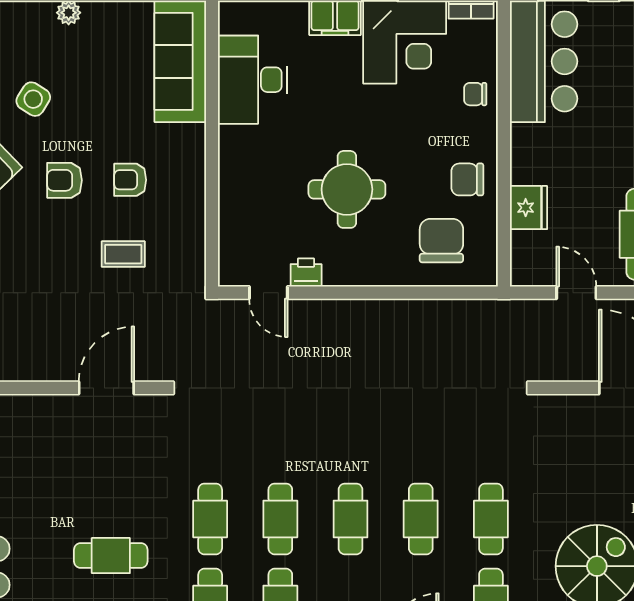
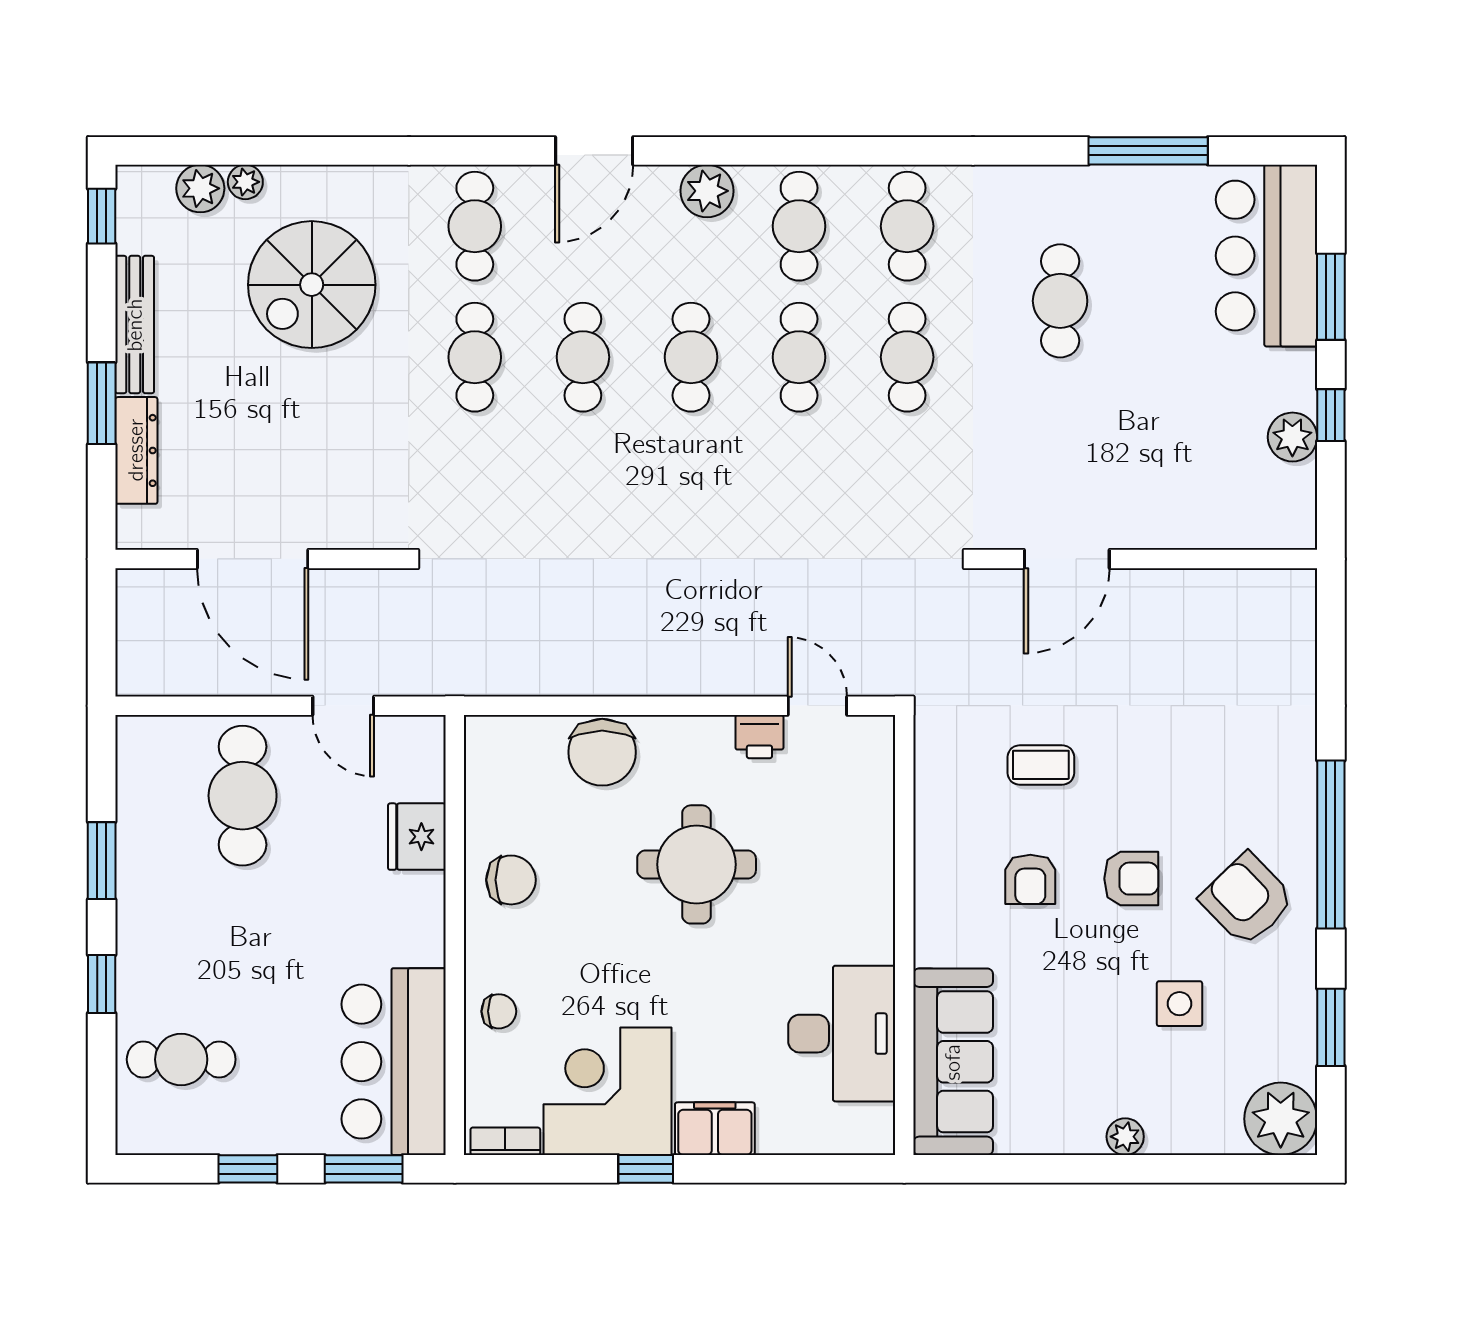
side table: (33, 99) -> (1180, 1004), turned -32
armchair: (130, 180) -> (1030, 879), turned 90
chair: (441, 241) -> (602, 752), moved
cafe table: (111, 556) -> (1060, 301), turned 90

